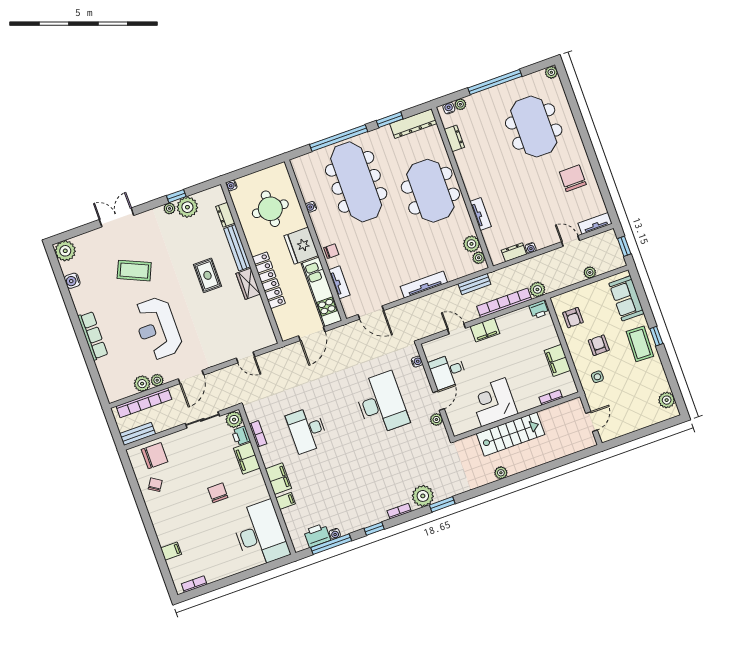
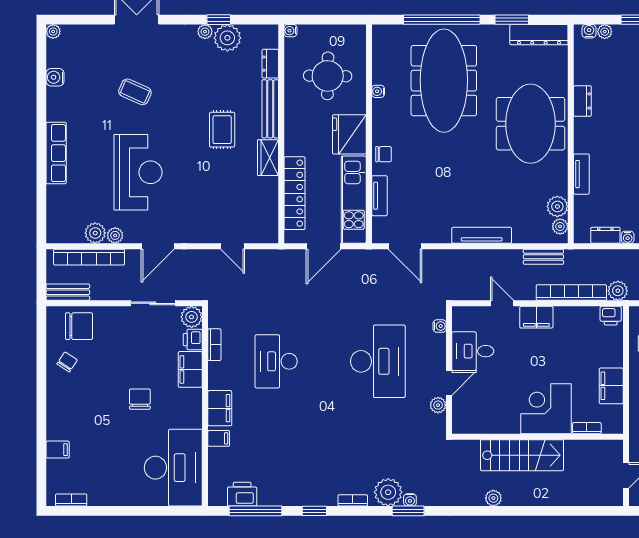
dresser: (454, 138) -> (582, 101), moved
plant: (65, 251) -> (53, 31), width x0.53, depth x0.53
coffee table: (134, 271) -> (135, 92), width x0.73, depth x0.77
locker: (269, 280) -> (294, 193), moved
reception desk: (157, 328) -> (138, 172), turned 180
corner desk: (493, 402) -> (546, 409), moved
water cooler: (335, 534) -> (410, 500), moved

